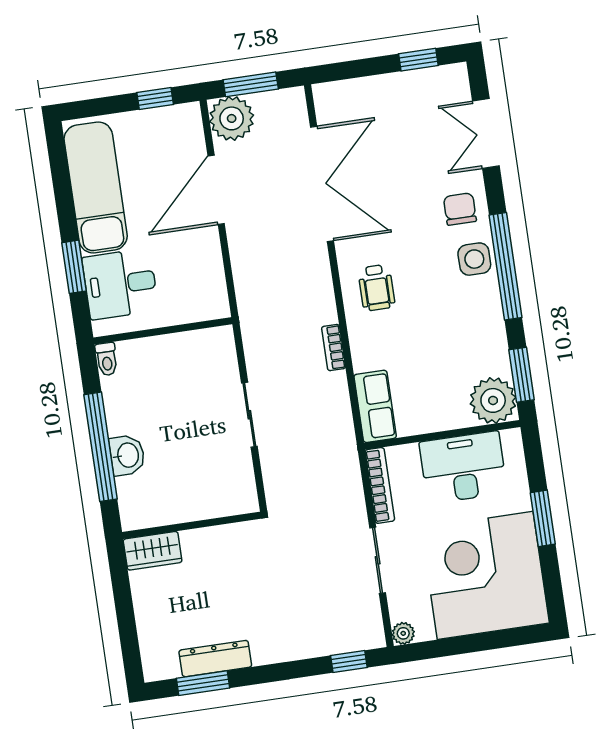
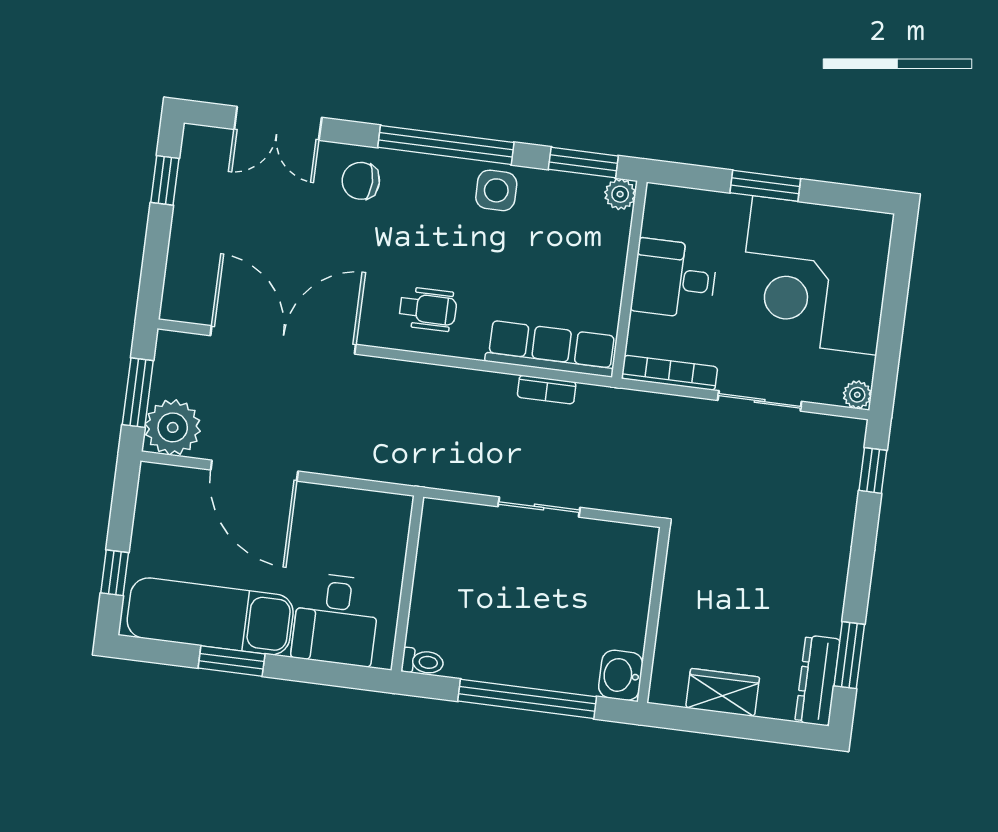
window: (155, 98) -> (115, 573), moved
side table: (474, 259) -> (496, 190), moved
window: (74, 267) -> (232, 661), moved
bookcase: (334, 348) -> (547, 390), moved
plant: (493, 400) -> (620, 194), width x0.53, depth x0.53
row of seats: (375, 406) -> (551, 349), width x1.48
washbasin: (127, 455) -> (621, 675), moved, turned -90
desk: (463, 467) -> (674, 279), width x0.73
wardrobe: (153, 551) -> (723, 692), moved, turned -90
dresser: (215, 659) -> (817, 681), moved

